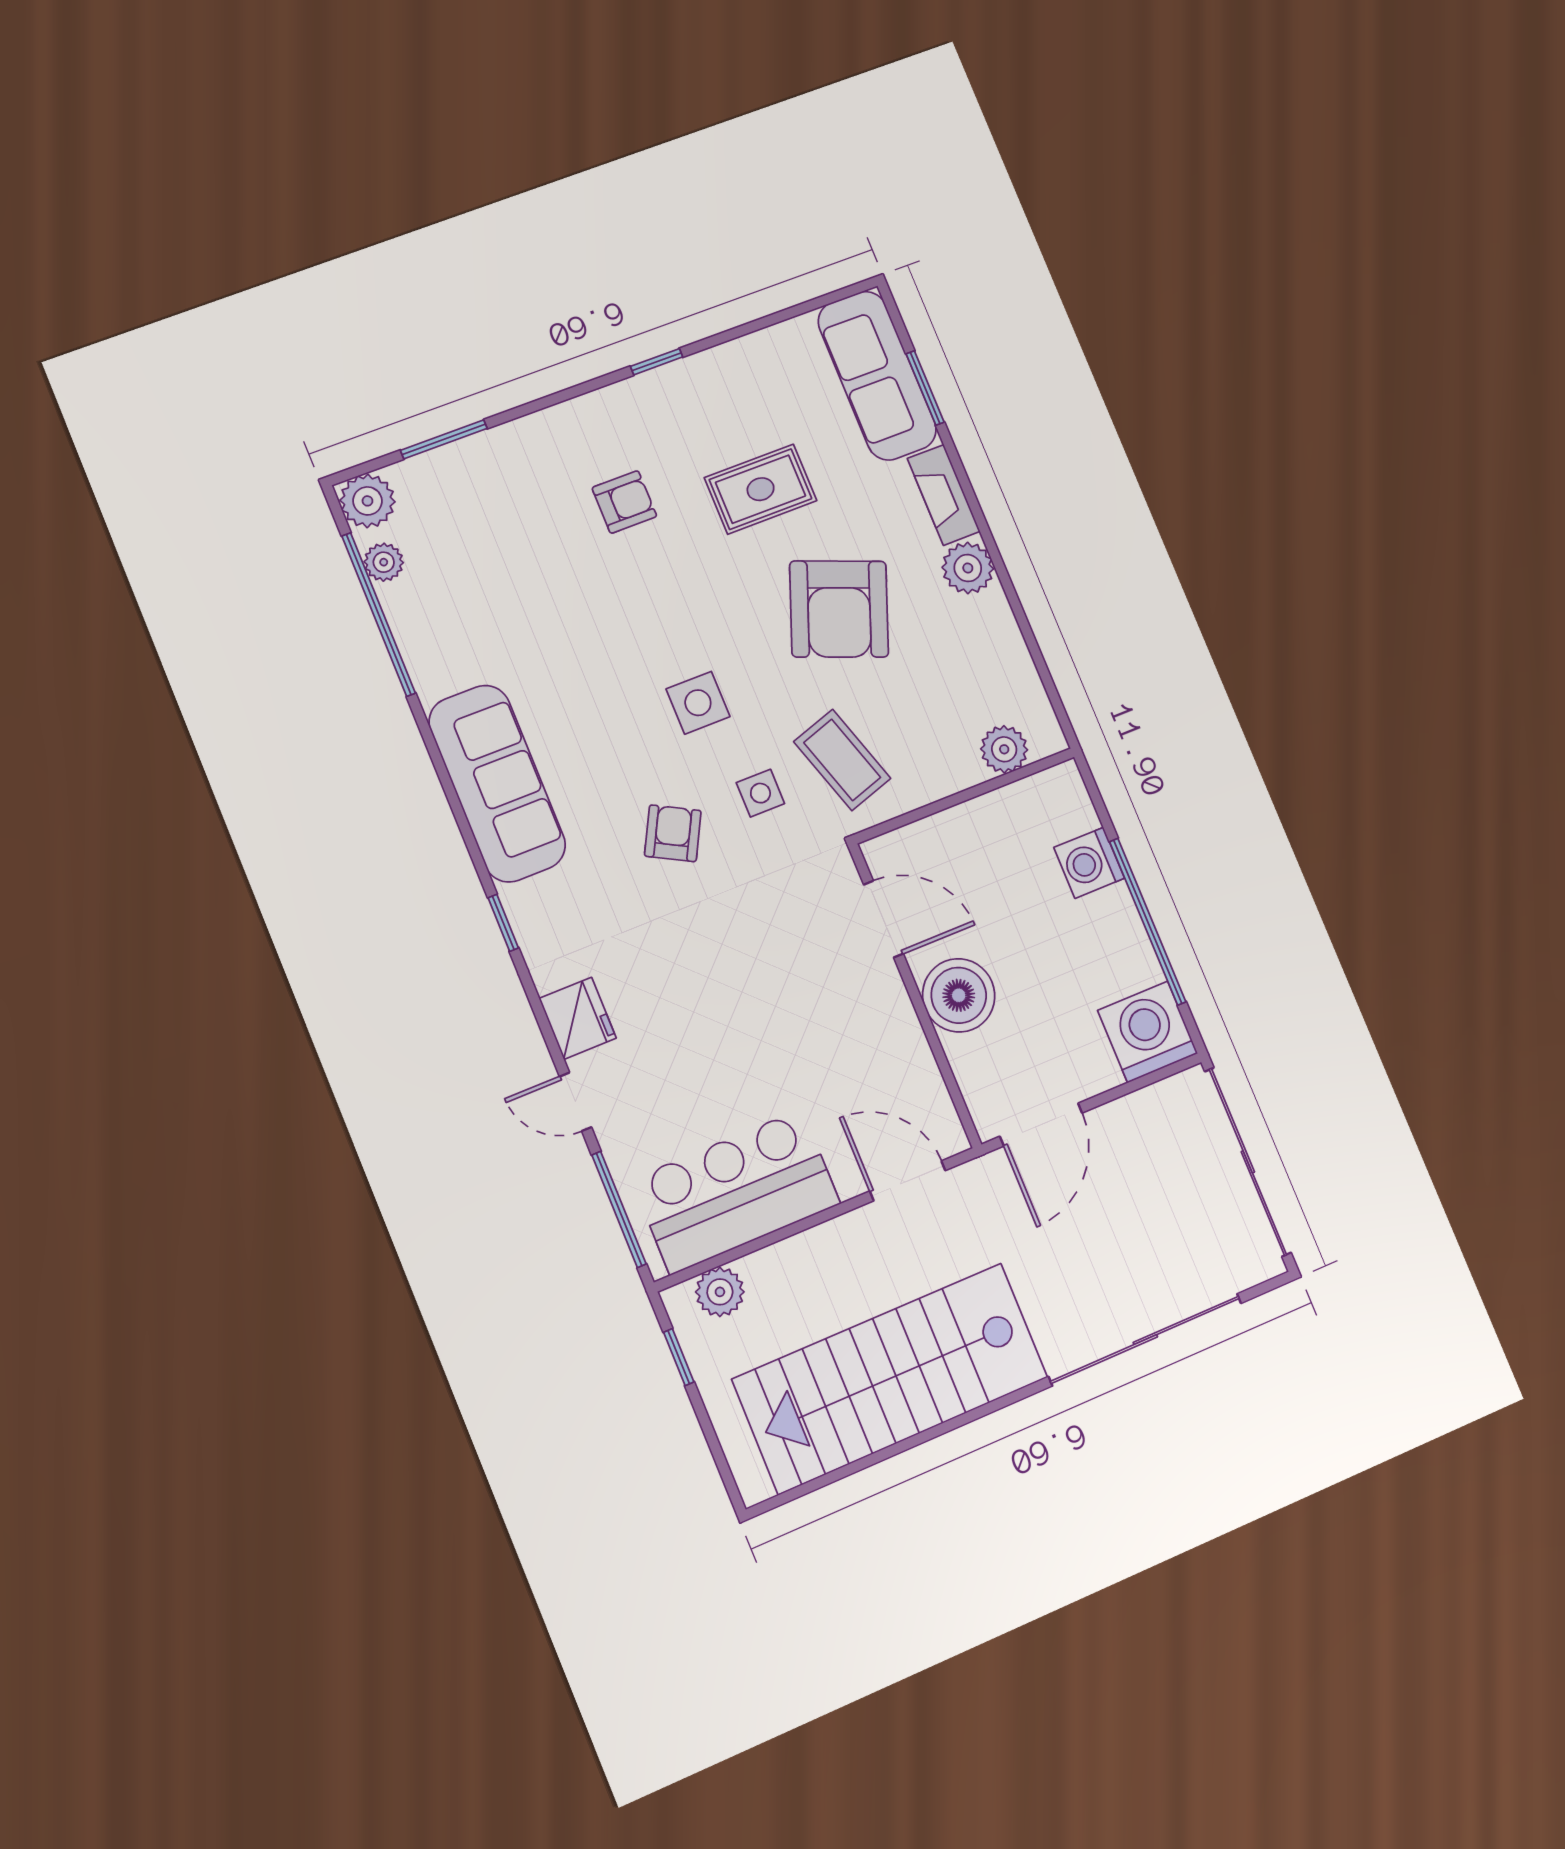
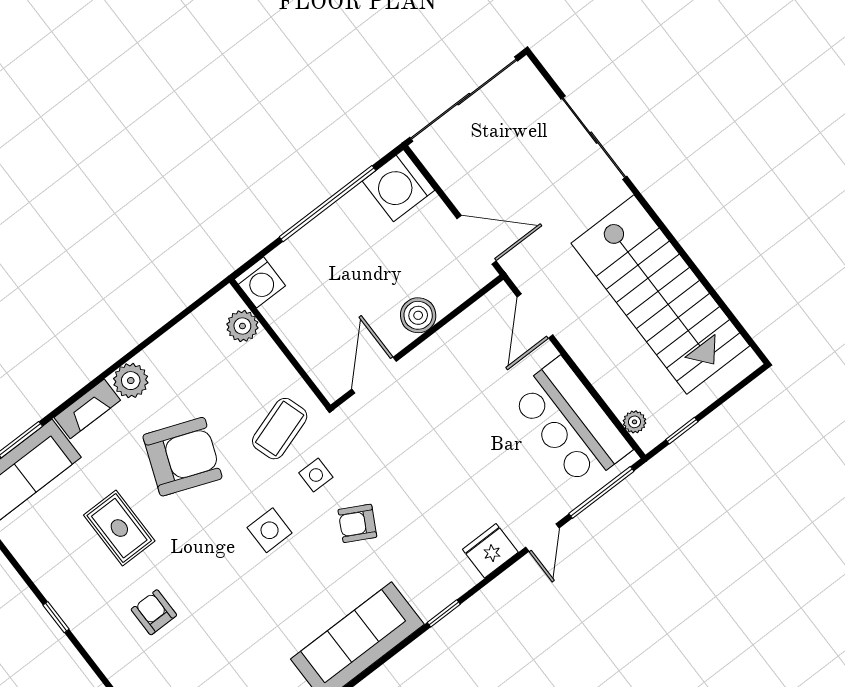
washing machine: (1089, 863) -> (260, 282), moved
boiler: (959, 995) -> (418, 315), width x0.73, depth x0.73
plant: (720, 1292) -> (635, 422), width x0.73, depth x0.73
sliding door: (1145, 1340) -> (594, 138), width x0.73

